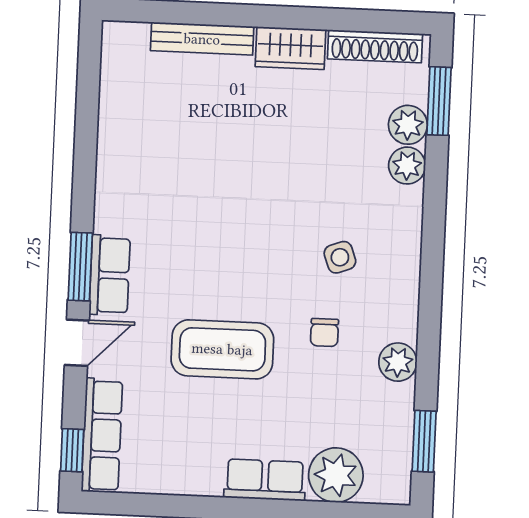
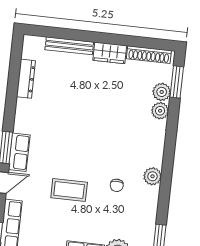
dresser: (114, 116) -> (26, 79), added
side table: (340, 257) -> (126, 151), removed
coffee table: (222, 349) -> (69, 190), width x0.73, depth x0.76
plant: (398, 362) -> (152, 176), moved

